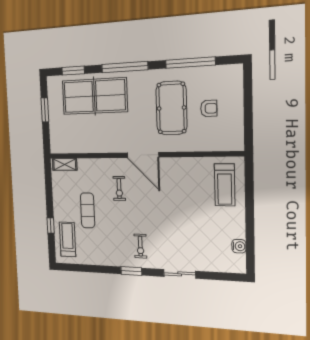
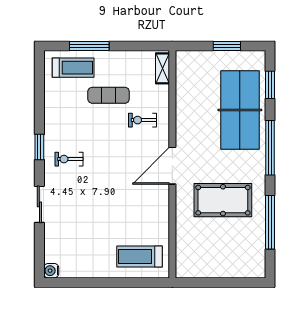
armchair: (209, 108) -> (221, 241), removed
exercise bike: (119, 188) -> (143, 120), moved
window: (51, 225) -> (89, 46), width x2.17
water cooler: (239, 246) -> (51, 271), moved, turned 90

